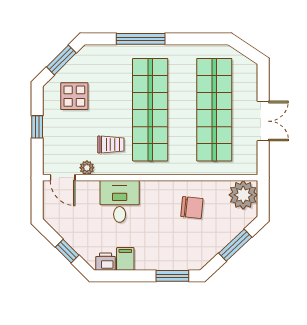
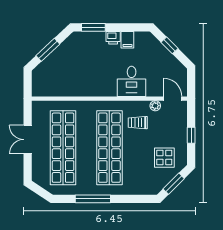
window: (141, 39) -> (93, 199), moved
plant: (243, 195) -> (42, 86), removed
chair: (192, 208) -> (79, 77), removed
printer: (106, 262) -> (113, 38), moved

